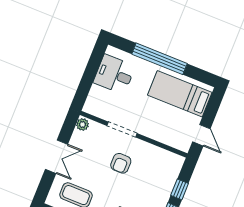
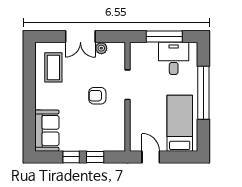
window: (89, 75) -> (164, 37), added
plant: (83, 124) -> (101, 48), moved
door: (201, 135) -> (151, 157), swing flipped

